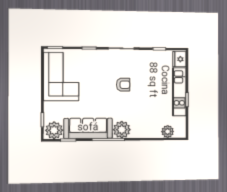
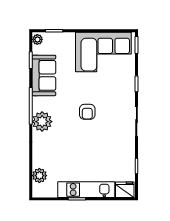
armchair: (123, 85) -> (87, 112), moved
sofa: (88, 128) -> (44, 75), width x0.73
plant: (54, 130) -> (37, 39), width x0.53, depth x0.53

